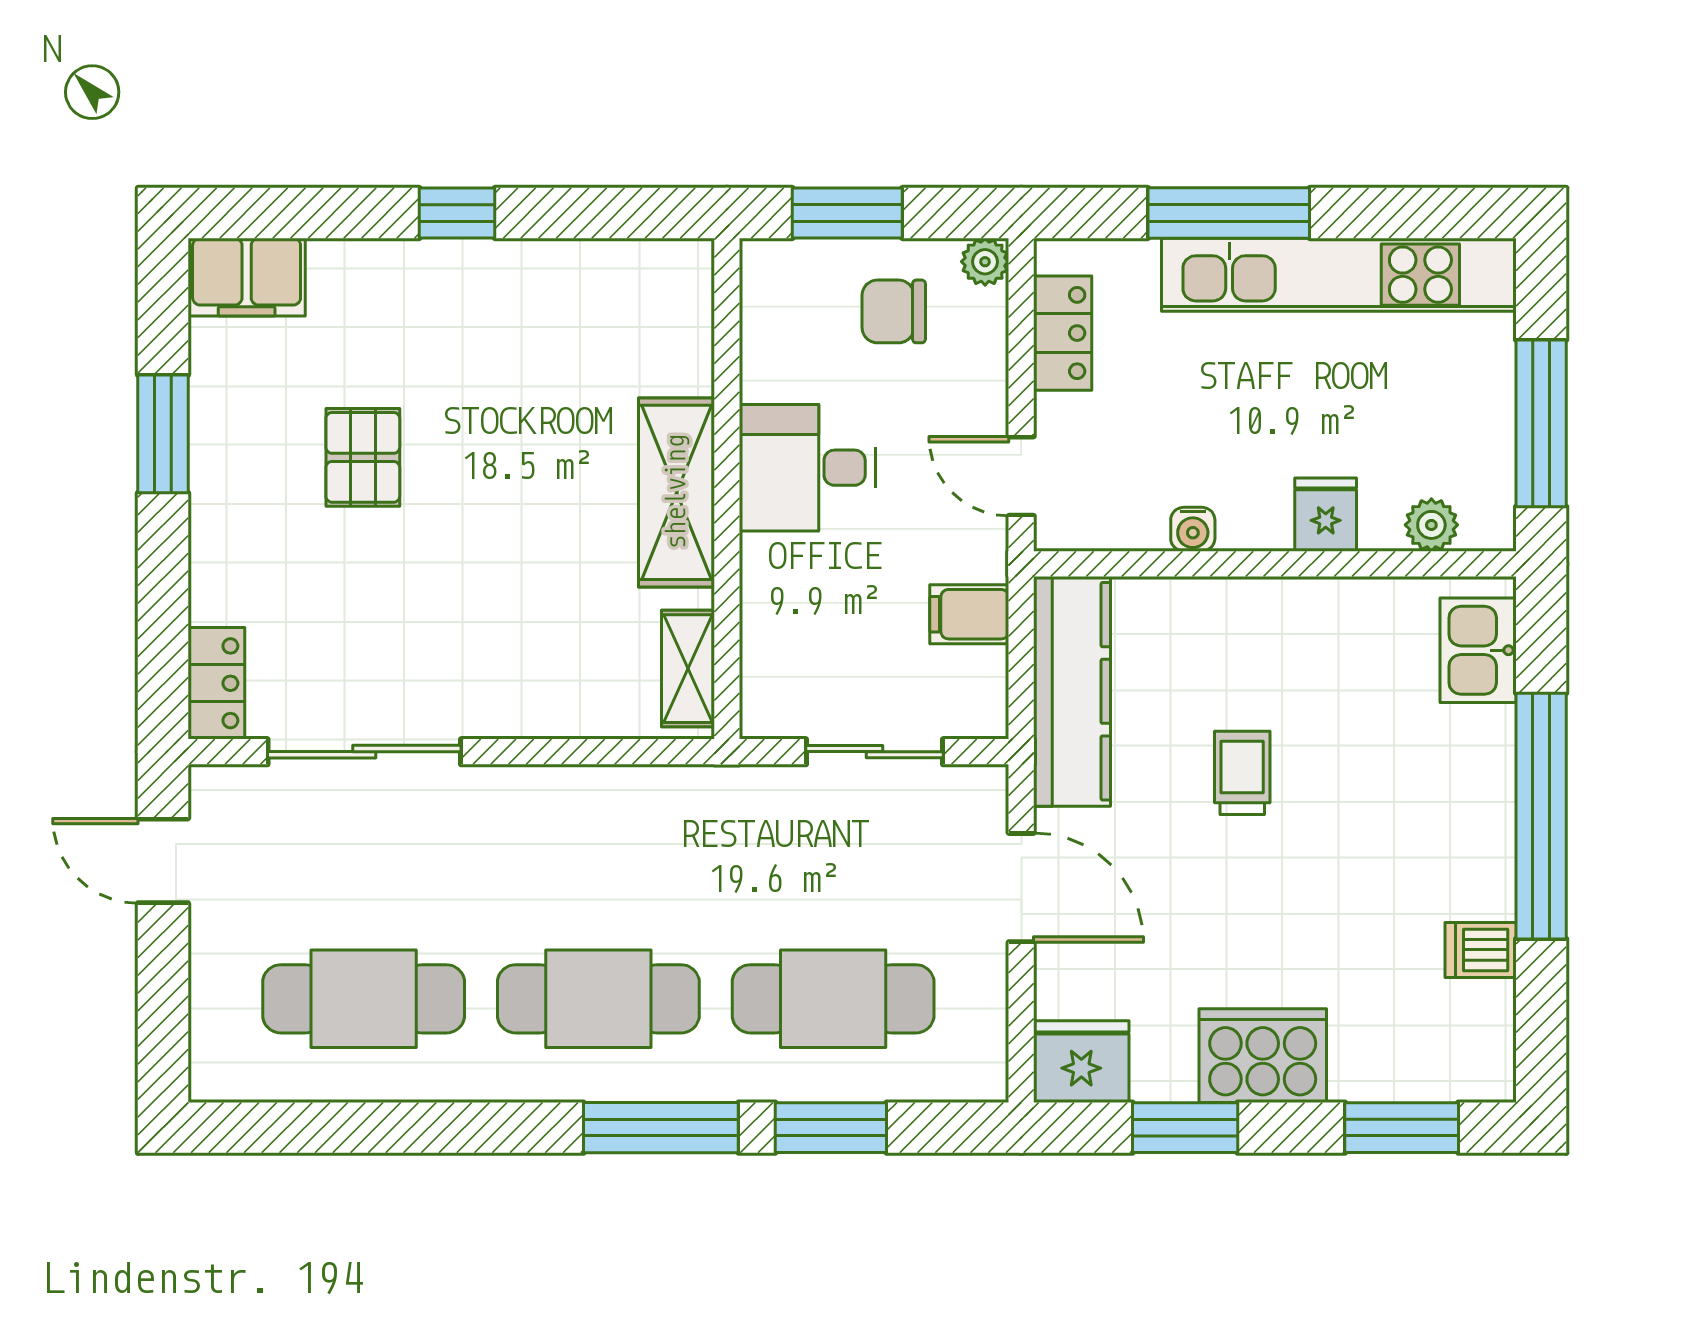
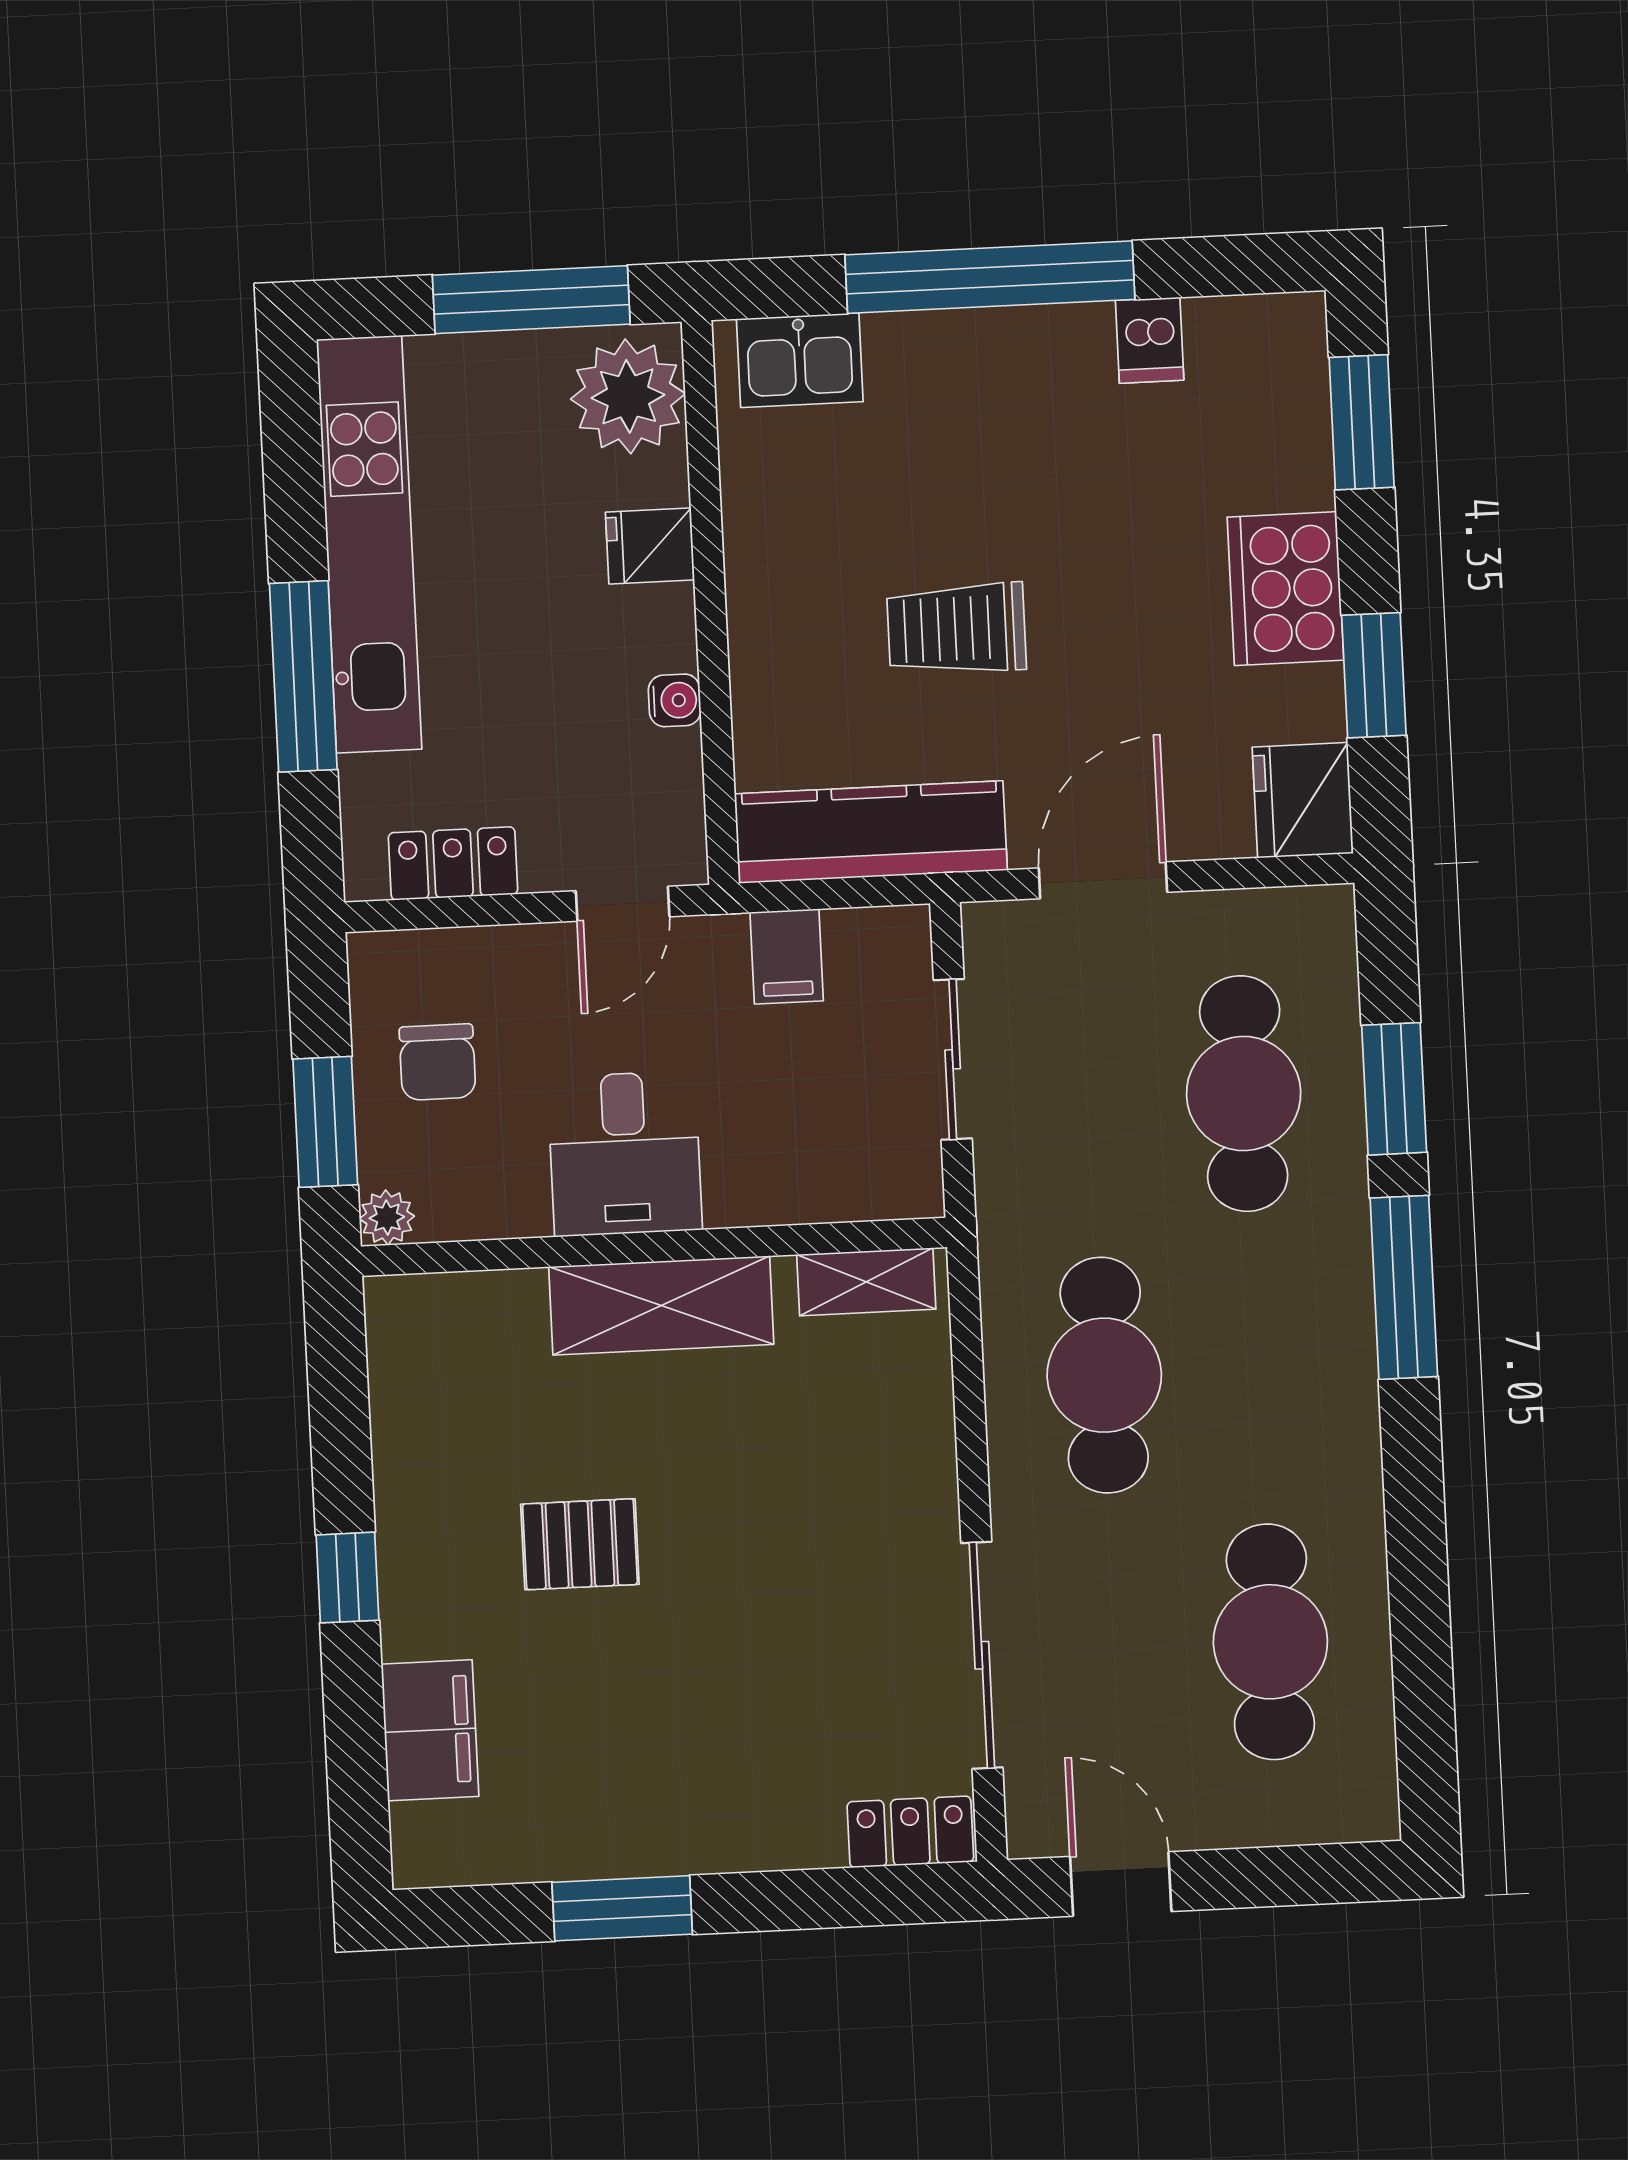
plant: (985, 262) -> (387, 1218), moved
filing cabinet: (247, 277) -> (430, 1730), moved
pallet: (363, 457) -> (580, 1544), moved
plant: (1431, 525) -> (628, 396), width x1.88, depth x1.88
trolley: (1242, 773) -> (956, 629), width x1.36, depth x1.39
door: (163, 861) -> (1121, 1884), swing flipped
cafe table: (598, 999) -> (1104, 1375), moved

